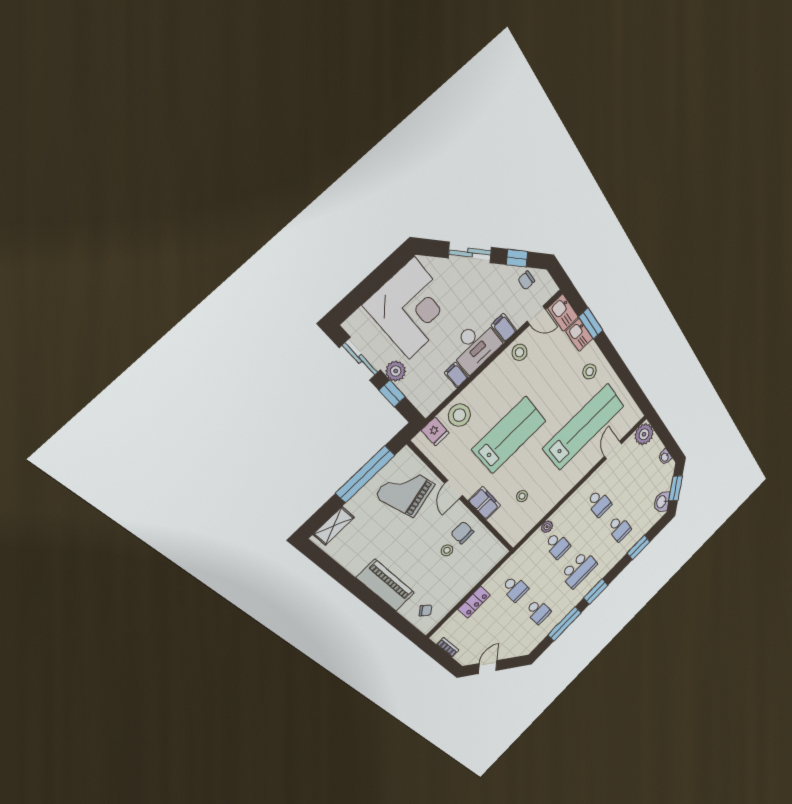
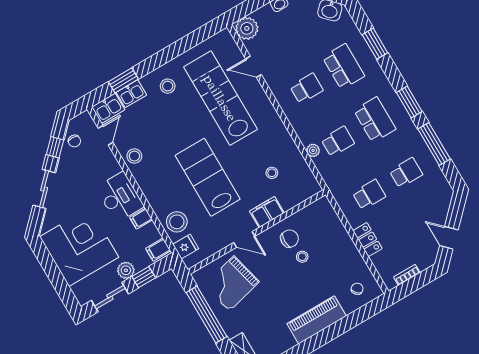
filing cabinet: (504, 328) -> (158, 250), moved
school desk: (619, 528) -> (343, 67), width x1.85
chair: (462, 533) -> (290, 239), turned 180

